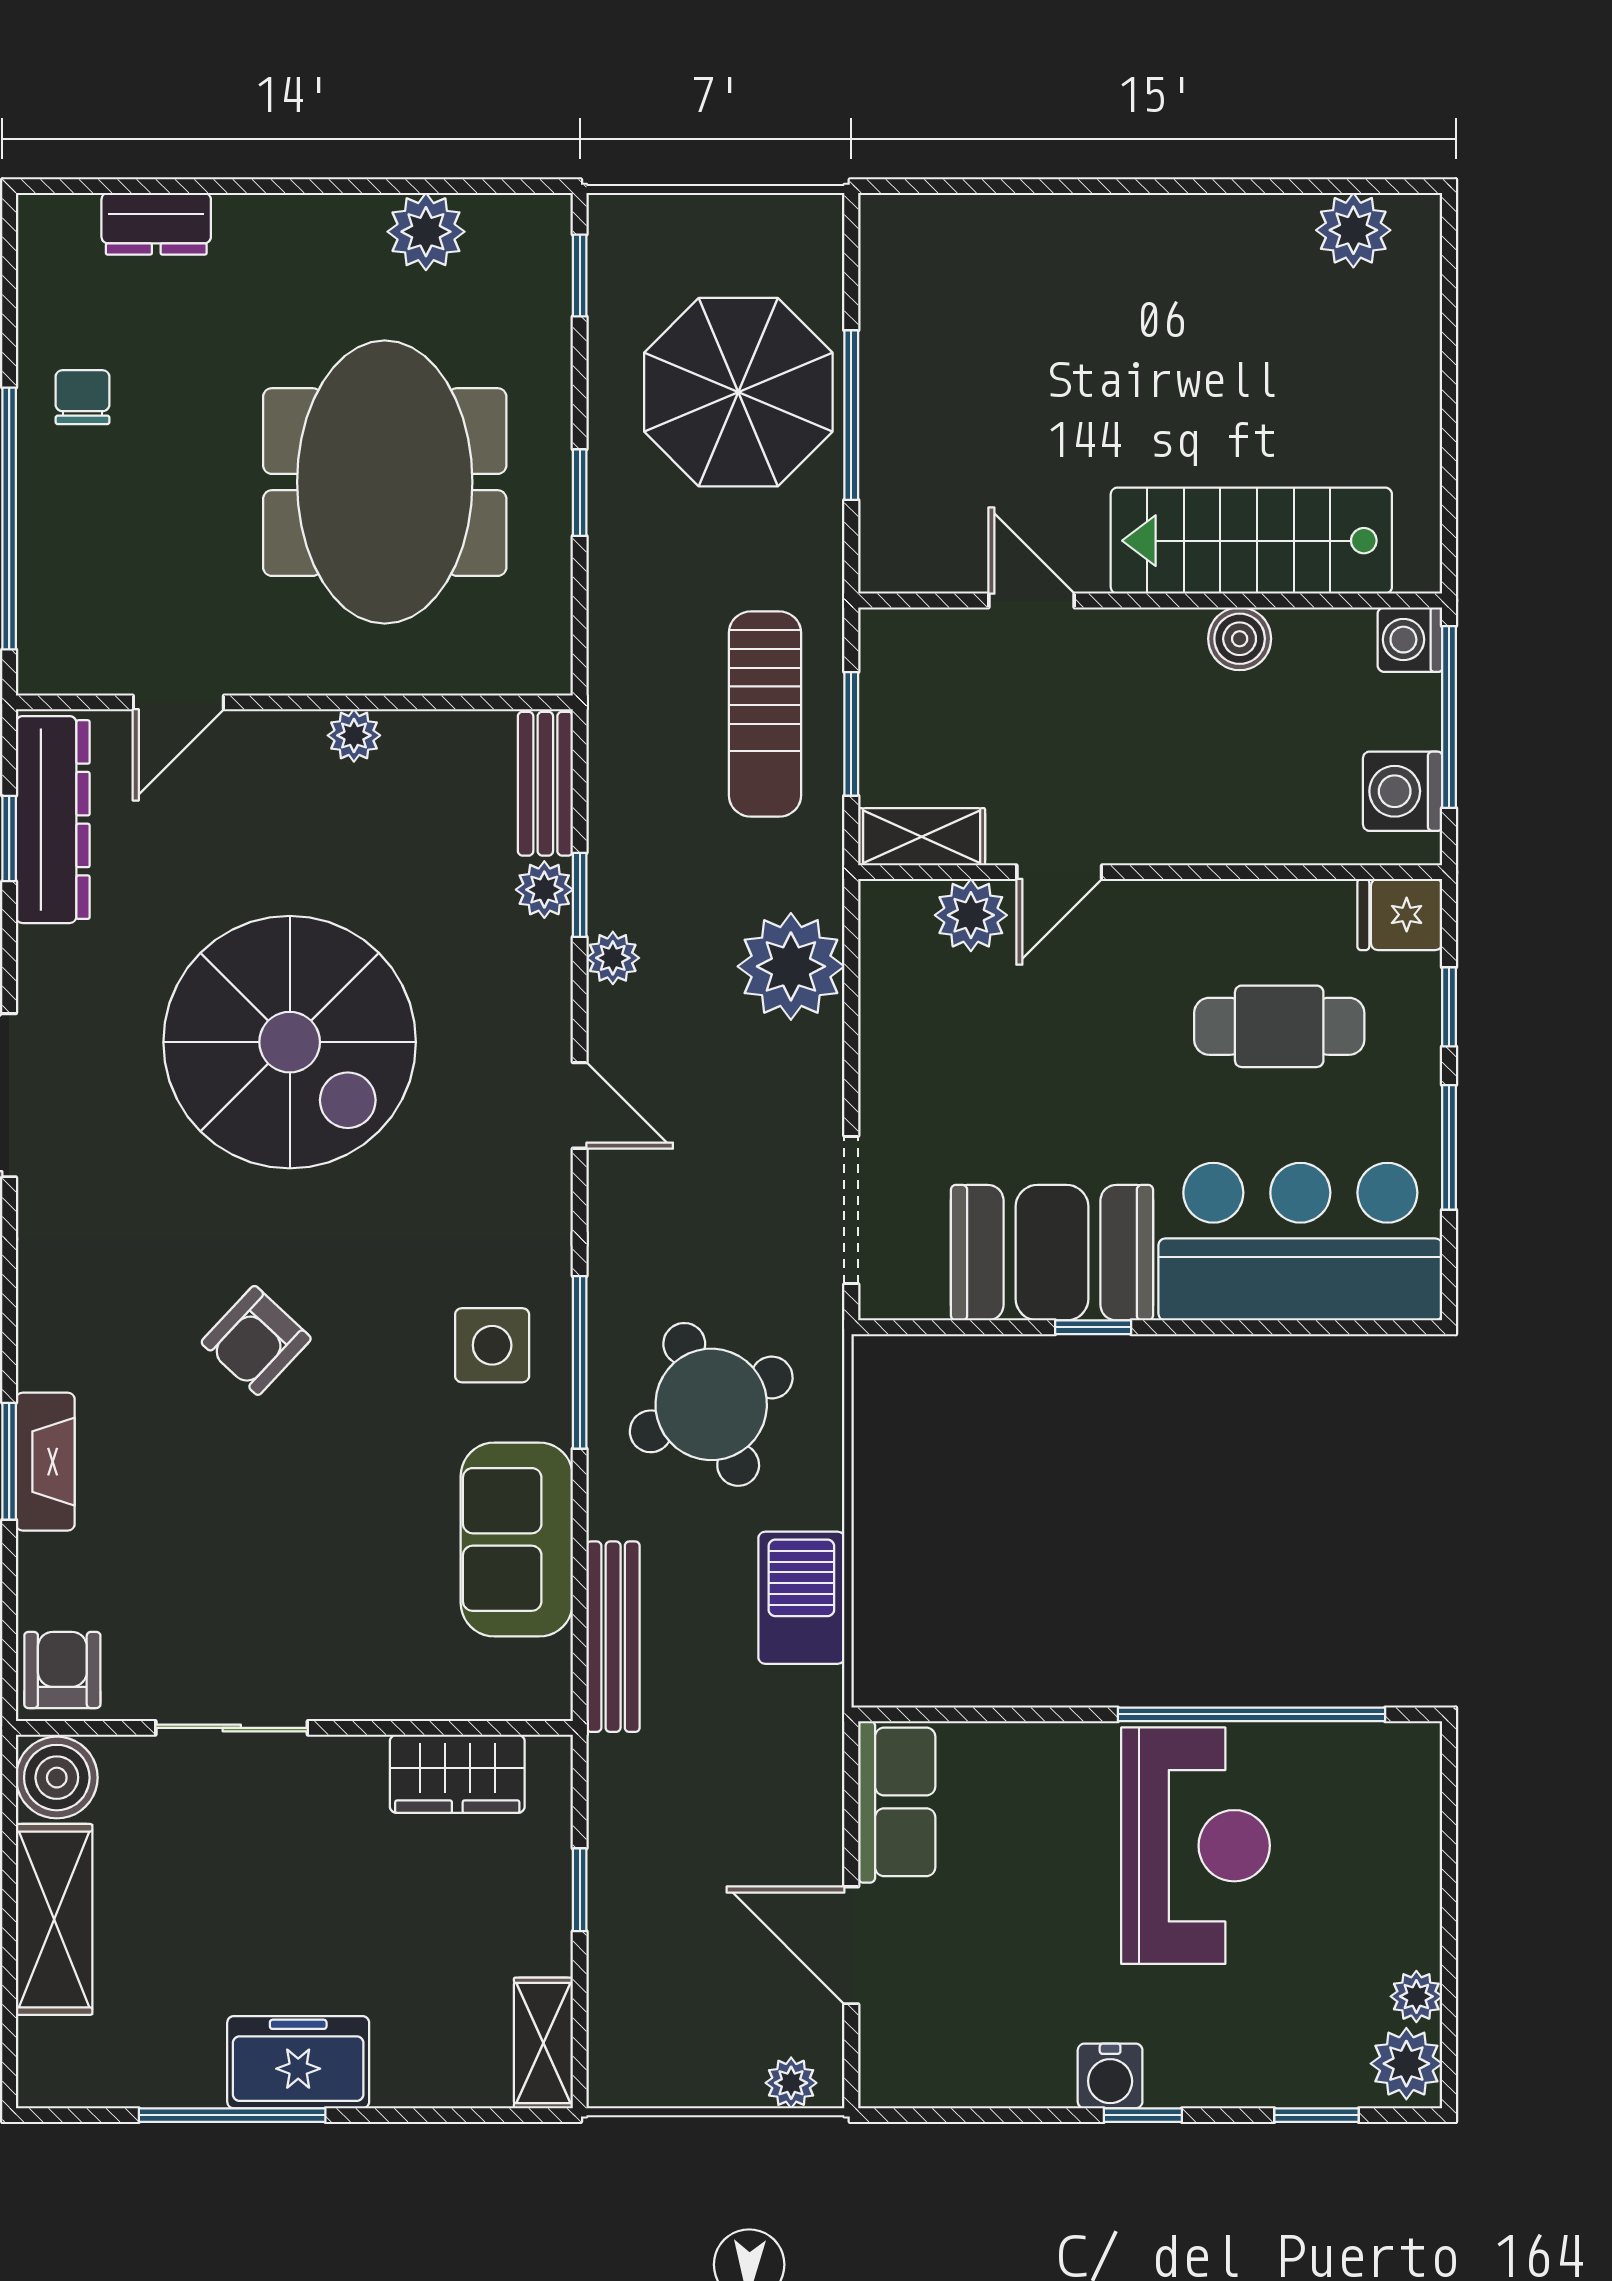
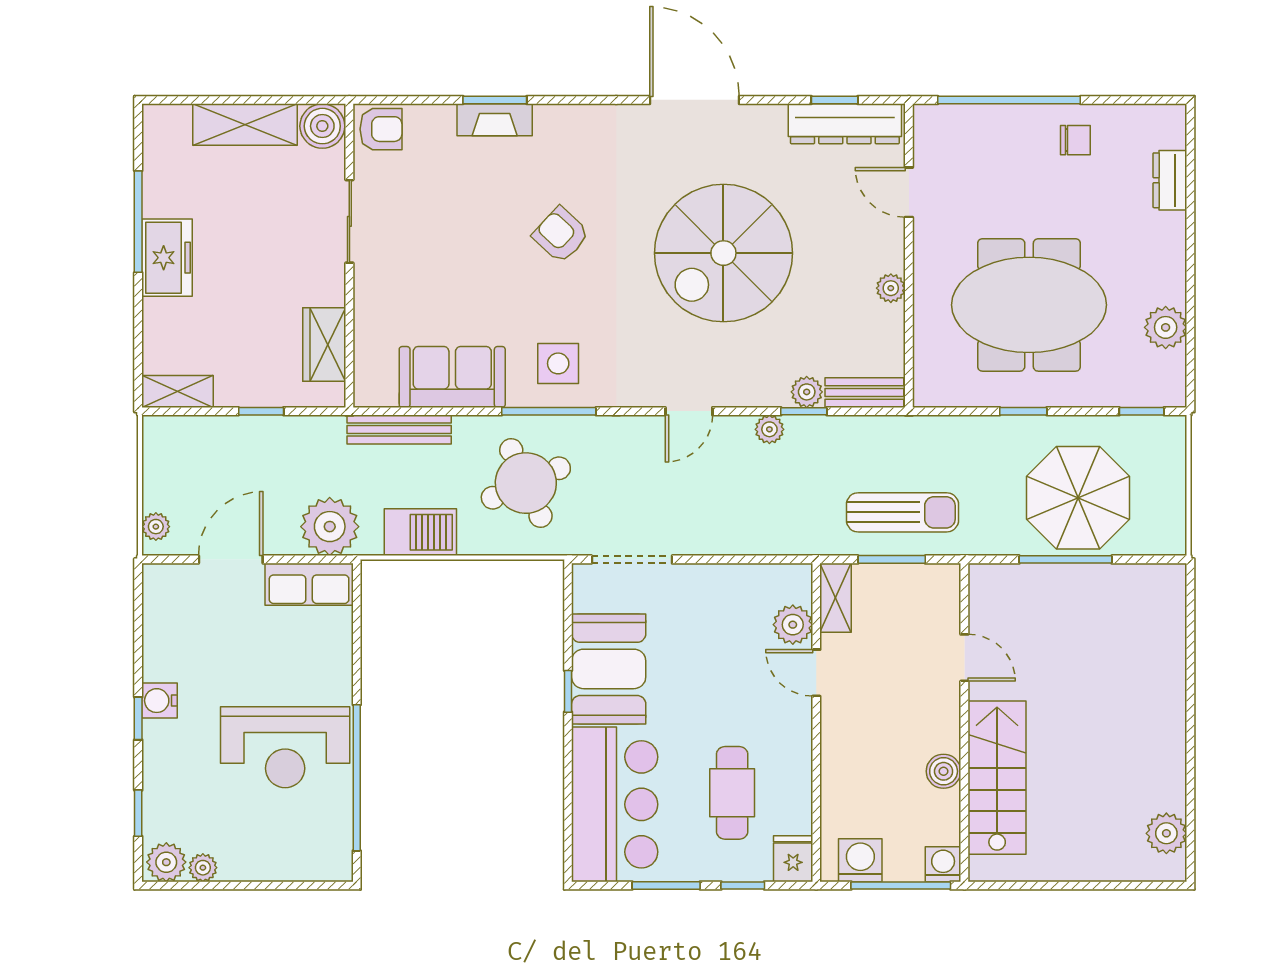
door: (1031, 600) -> (964, 658), hinge flipped
sun lounger: (765, 714) -> (902, 512), turned 180
plant: (791, 966) -> (330, 527), moved

